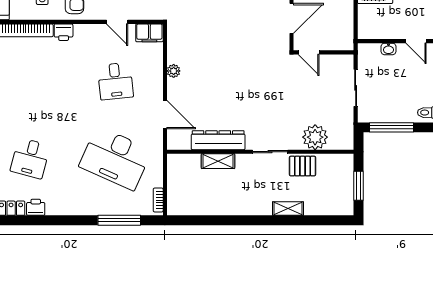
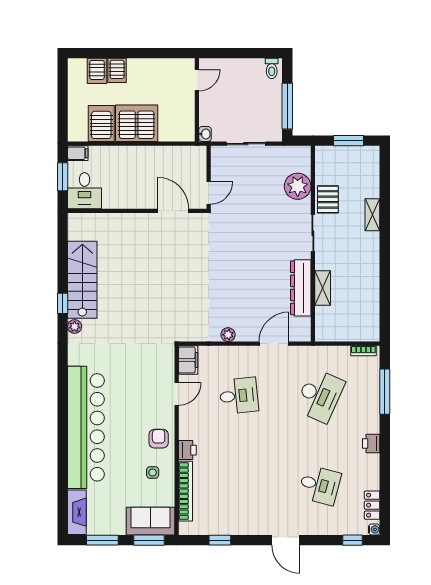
washbasin: (388, 49) -> (205, 134), moved
desk: (115, 158) -> (320, 396), width x0.73, depth x0.77
printer: (36, 207) -> (371, 443), moved

